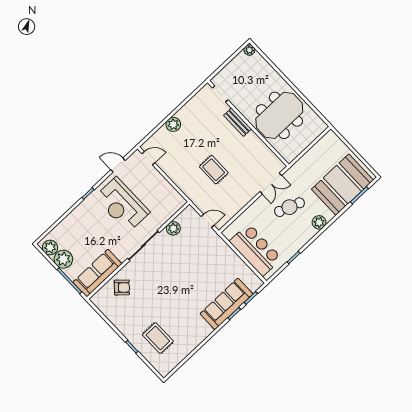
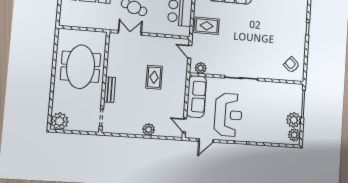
plant: (249, 50) -> (60, 121), width x1.88, depth x1.88
meeting table: (279, 115) -> (81, 67), turned 90
door: (118, 165) -> (206, 140), hinge flipped
plant: (173, 228) -> (201, 68), moved
sofa: (97, 273) -> (196, 97), moved, turned -90
armchair: (122, 287) -> (291, 65), moved
rug: (158, 338) -> (207, 26), moved, turned 90

